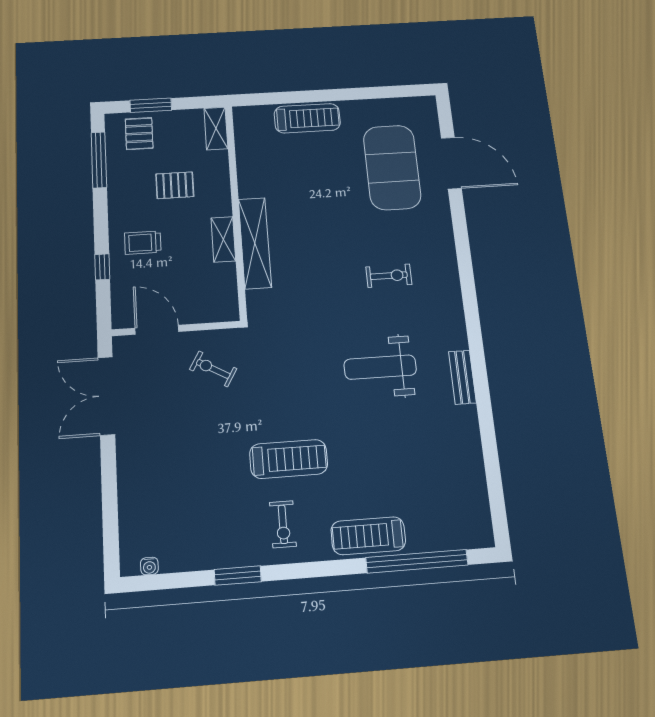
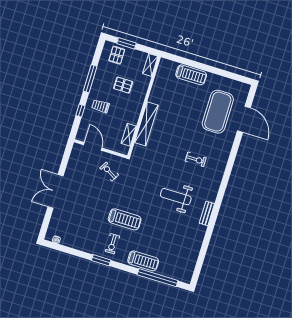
window: (99, 160) -> (90, 79), moved
shelving: (223, 239) -> (129, 135), moved
double door: (106, 396) -> (56, 191), moved
treadmill: (368, 536) -> (143, 261), turned 180
window: (238, 576) -> (101, 260), moved

